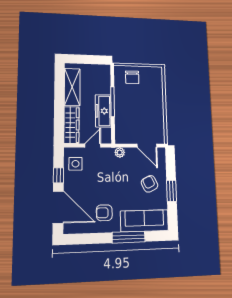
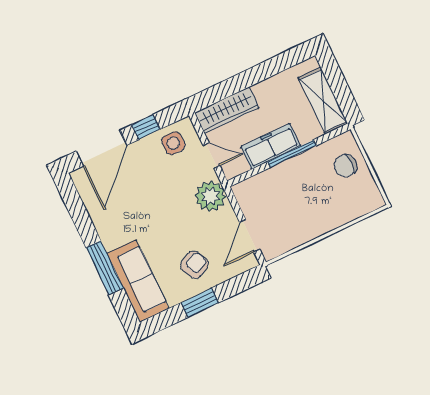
shelving: (72, 87) -> (323, 101), moved, turned 90
plant: (120, 152) -> (210, 196), width x1.87, depth x1.87
armchair: (104, 213) -> (123, 217), removed

